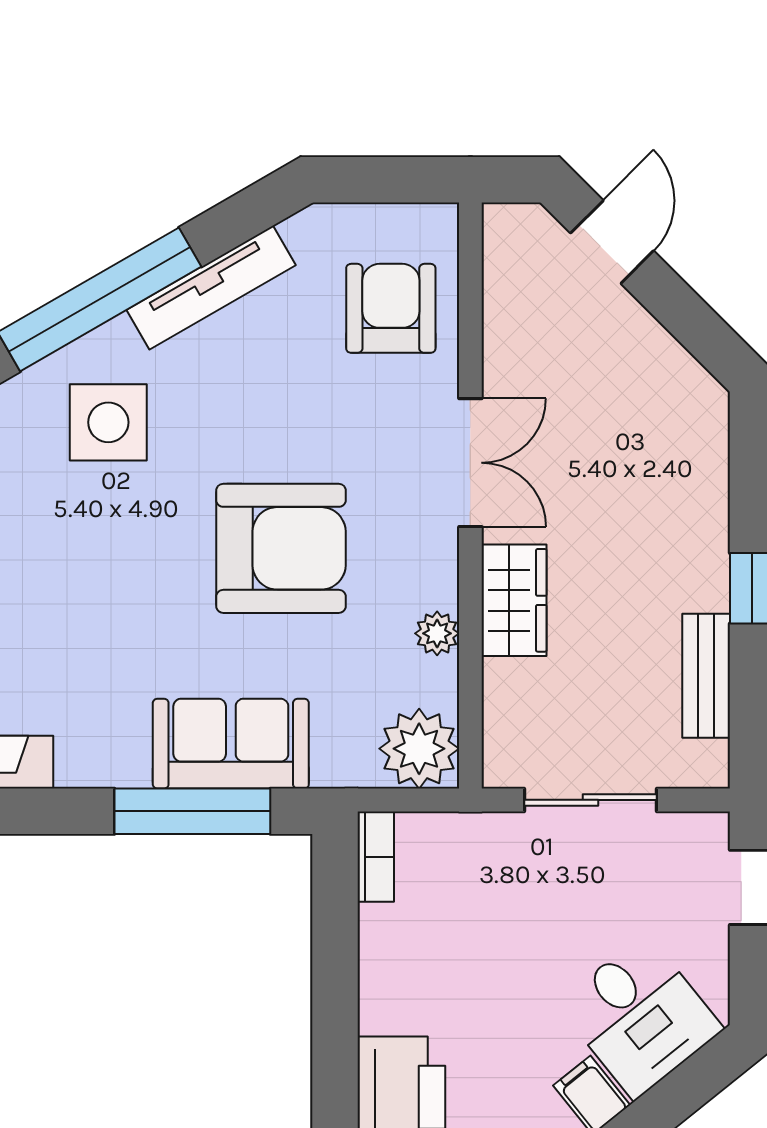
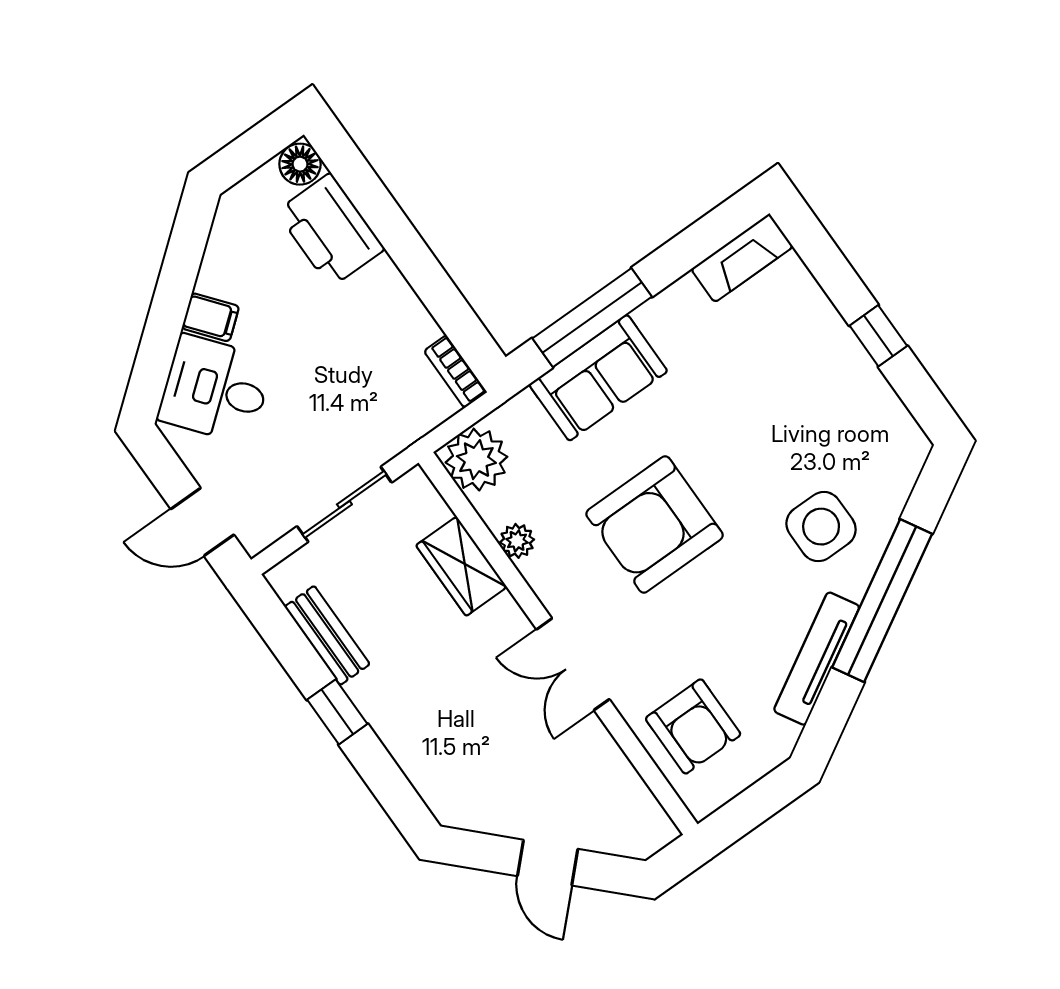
door: (612, 242) -> (548, 863), moved
wardrobe: (514, 600) -> (461, 566), moved

